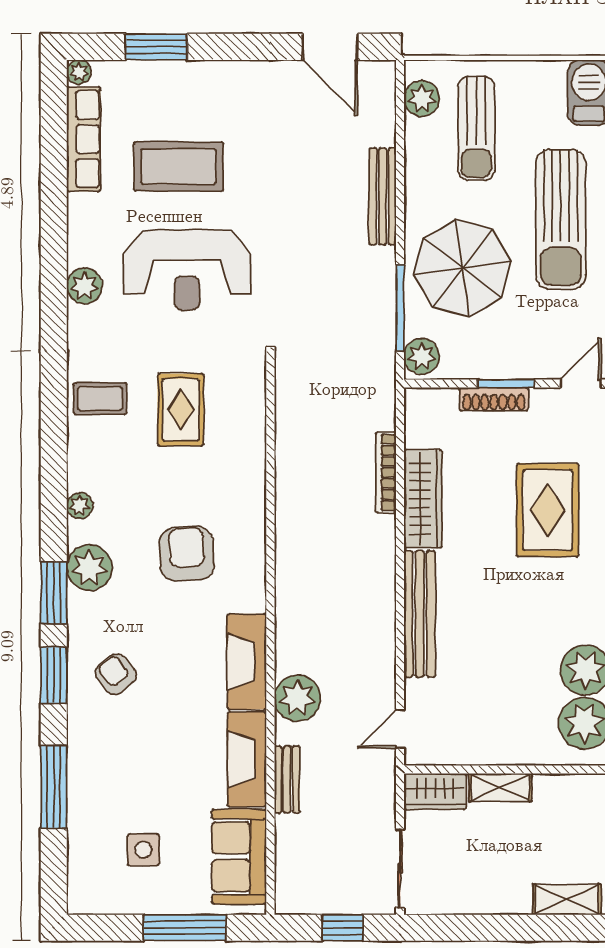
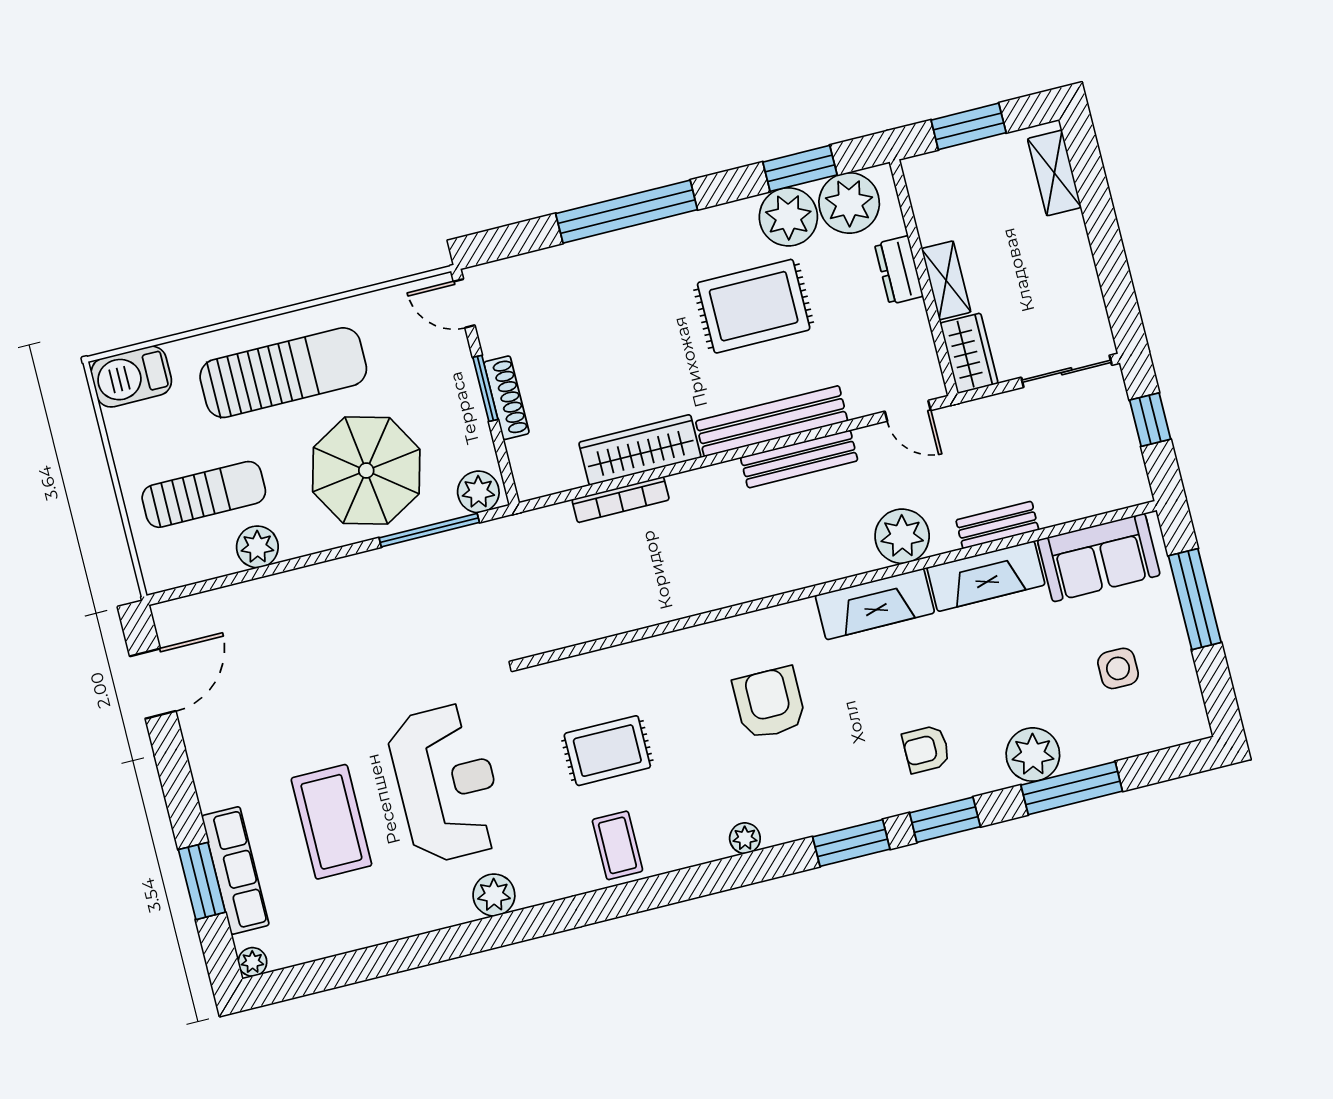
plant: (422, 98) -> (257, 547), moved
row of seats: (84, 139) -> (235, 870), moved, turned 90
bench: (383, 196) -> (799, 459), moved
rug: (548, 510) -> (754, 306), moved
armchair: (187, 554) -> (769, 703), turned 93
plant: (90, 568) -> (1033, 755), moved
armchair: (116, 674) -> (926, 749), turned 39
dresser: (519, 751) -> (899, 270), added

